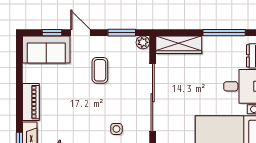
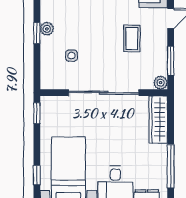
coffee table: (100, 70) -> (132, 39), turned 90

